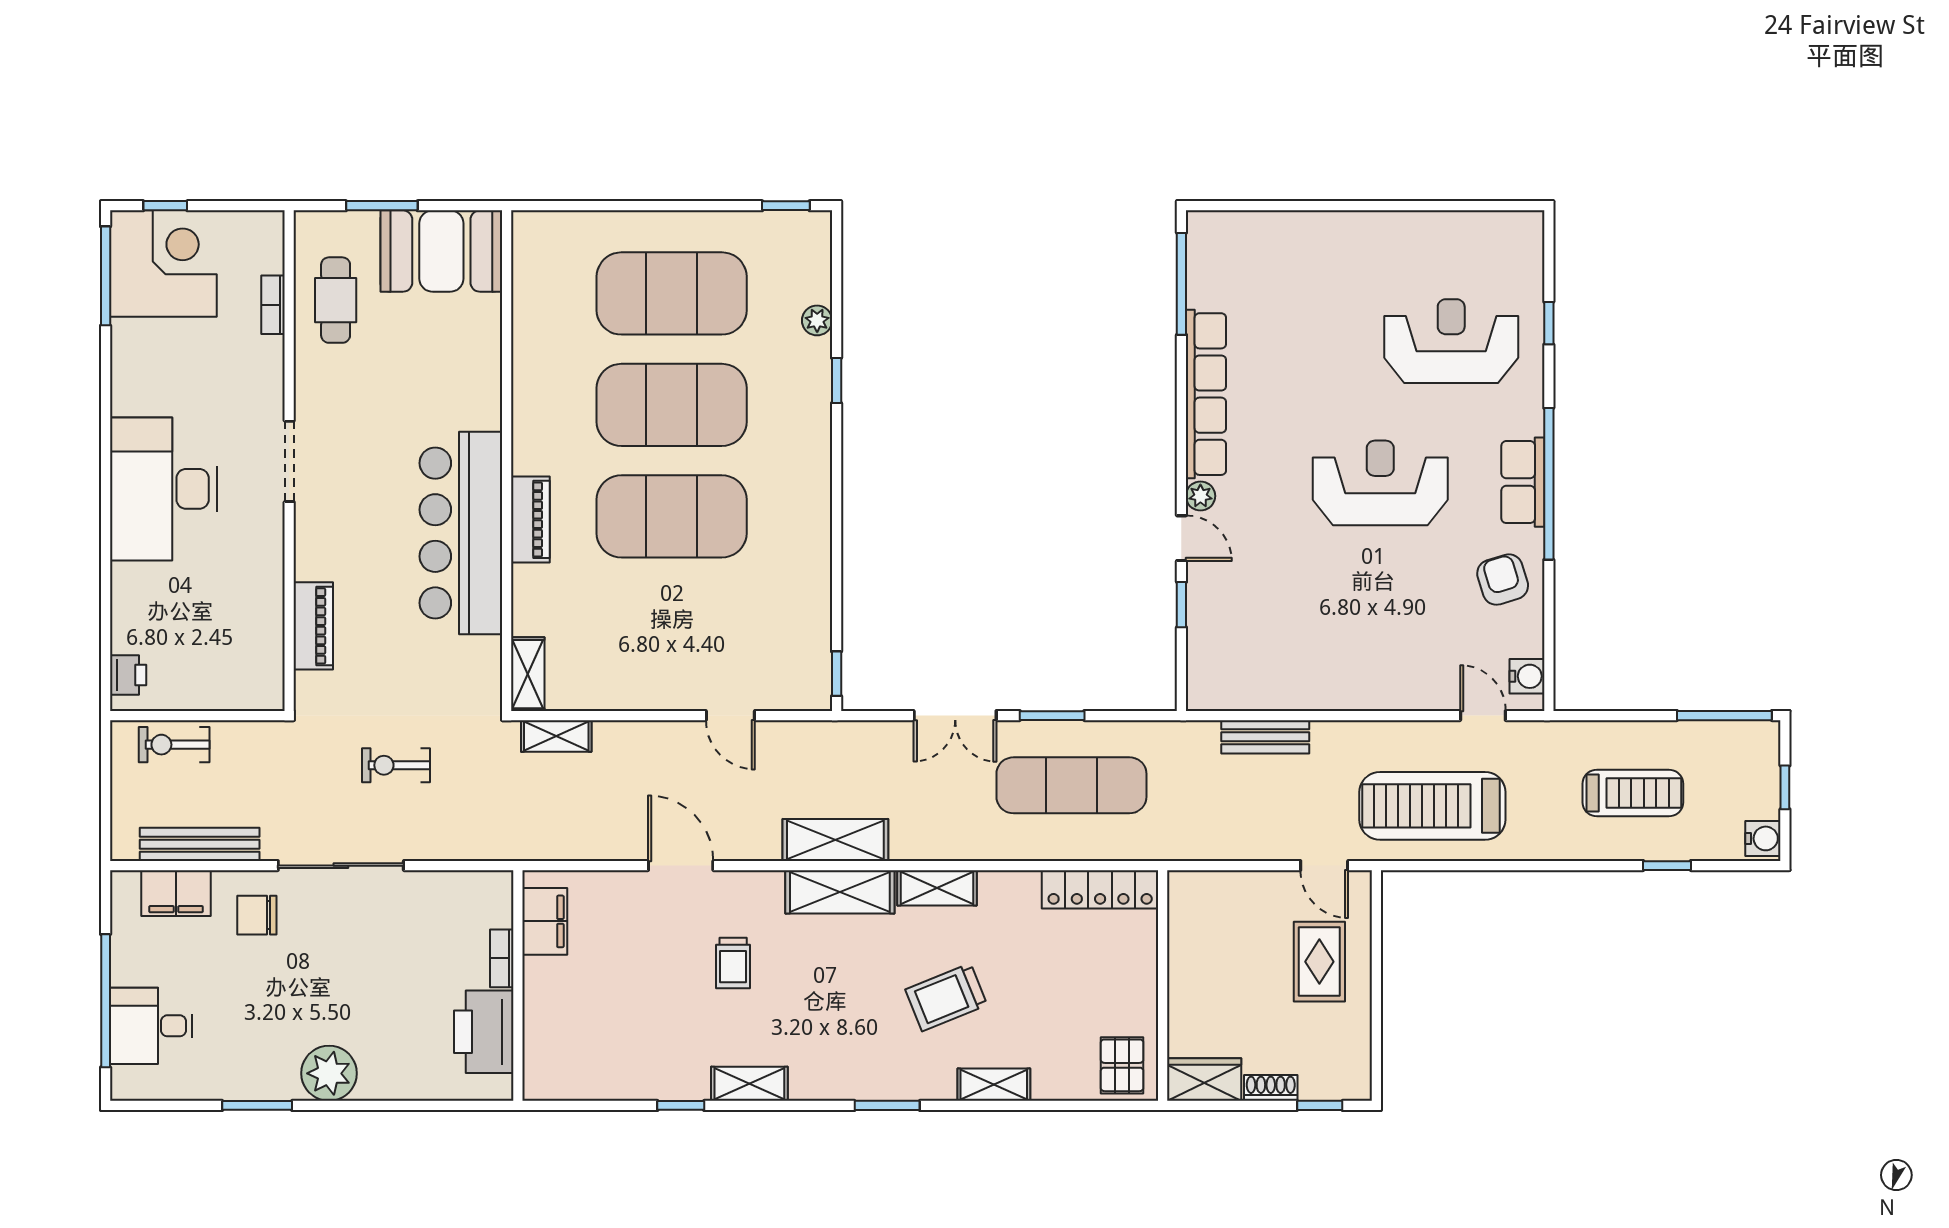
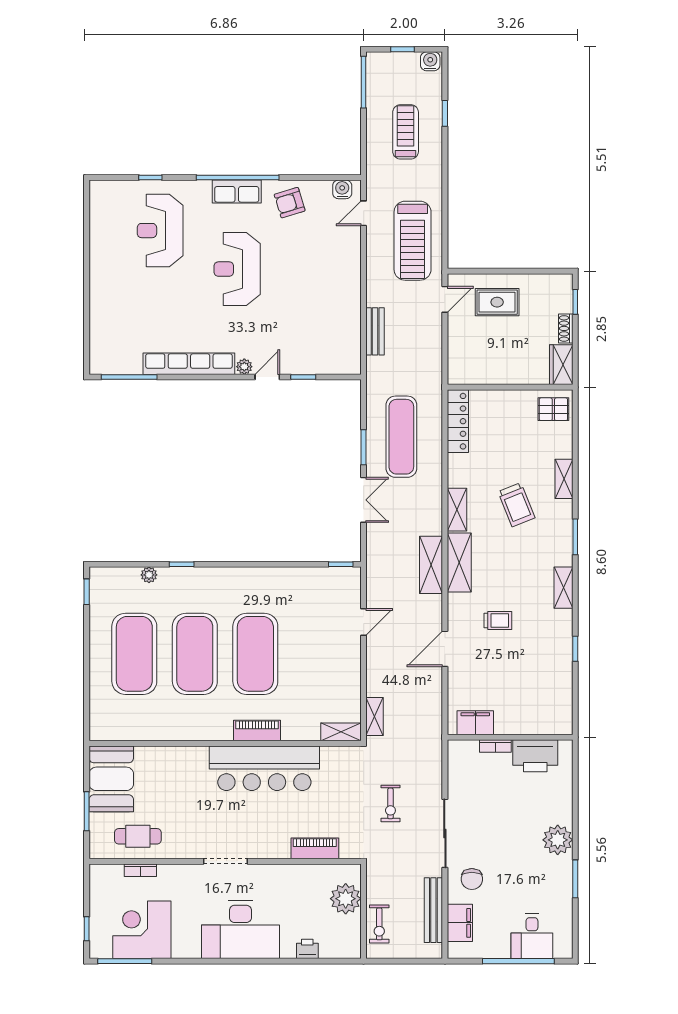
corner desk: (163, 264) -> (142, 930), moved
printer: (128, 675) -> (307, 949), moved
plant: (221, 683) -> (346, 899), added
shelving: (749, 1084) -> (563, 588), moved

